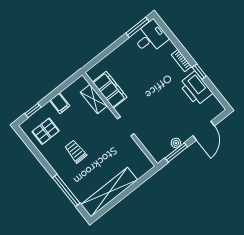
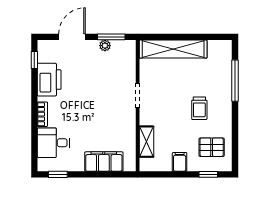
window: (137, 27) -> (58, 174), width x0.67
desk: (150, 37) -> (53, 143), moved
window: (199, 72) -> (34, 60), moved
filing cabinet: (110, 90) -> (104, 162), moved, turned 90
shelving: (109, 192) -> (173, 49), moved

